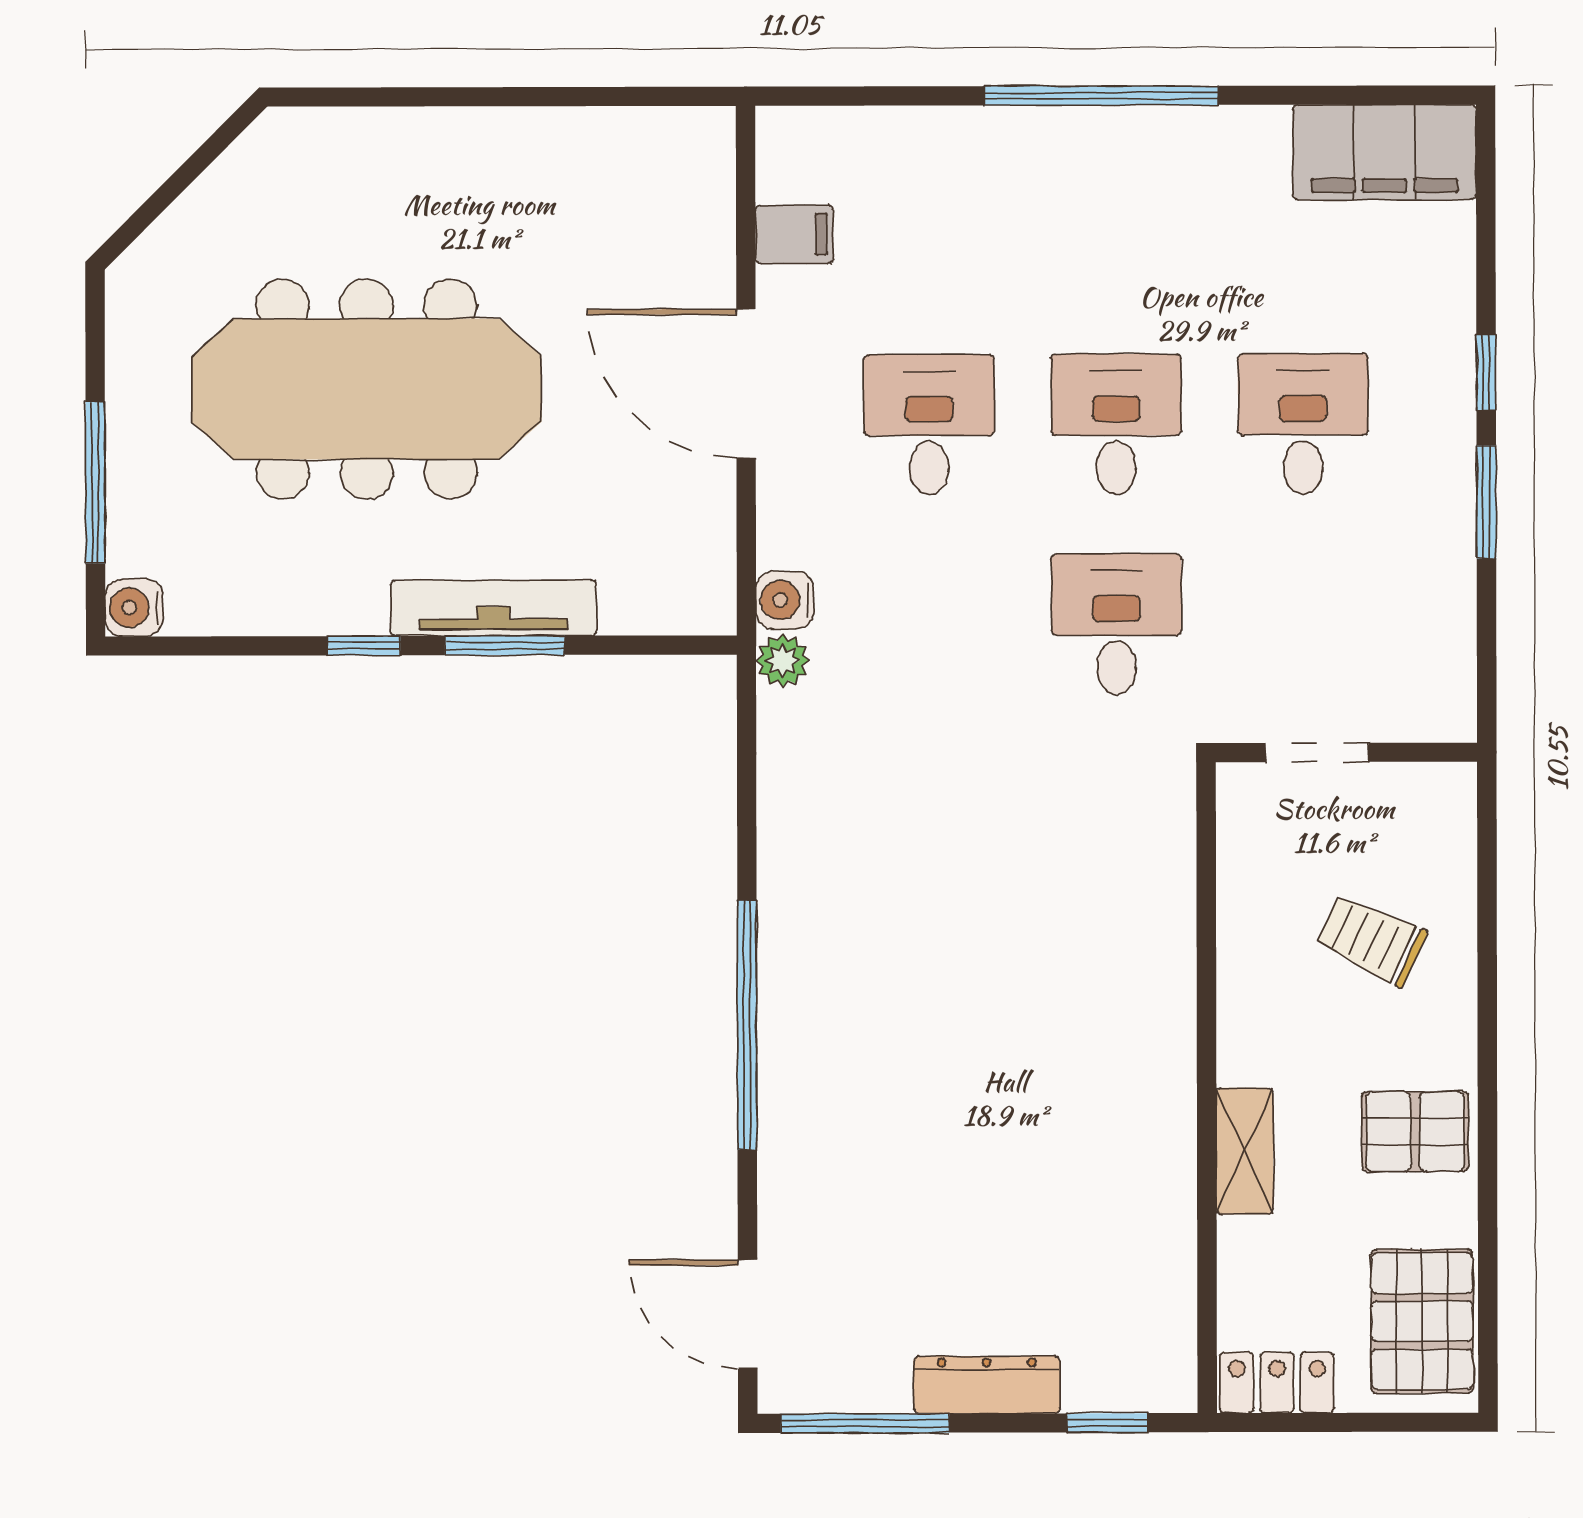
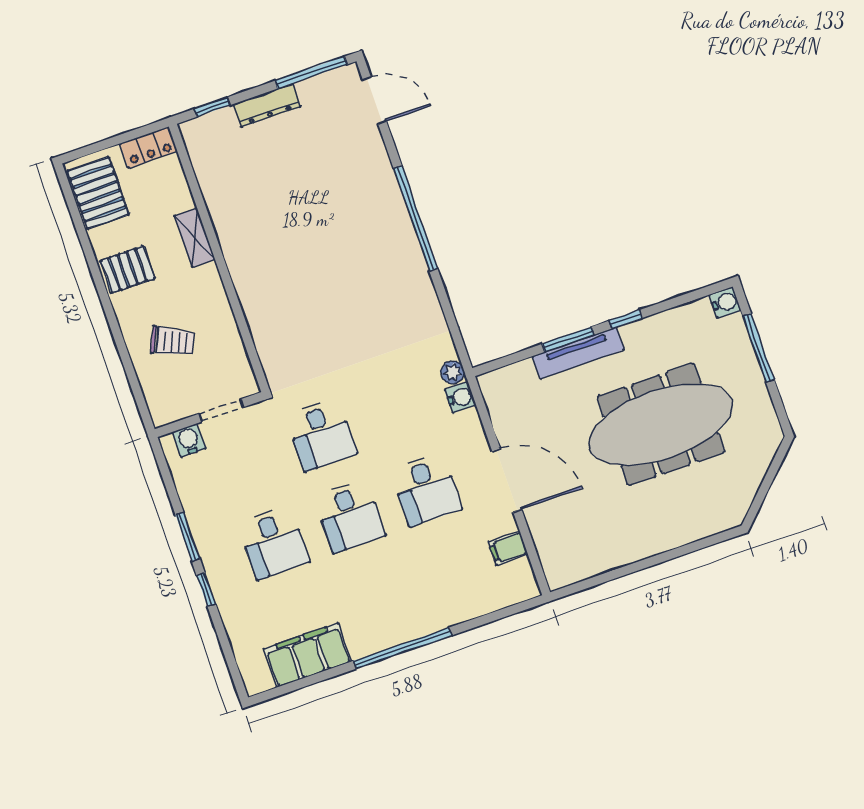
filing cabinet: (1384, 152) -> (308, 655), moved
water cooler: (1410, 712) -> (189, 440), added

